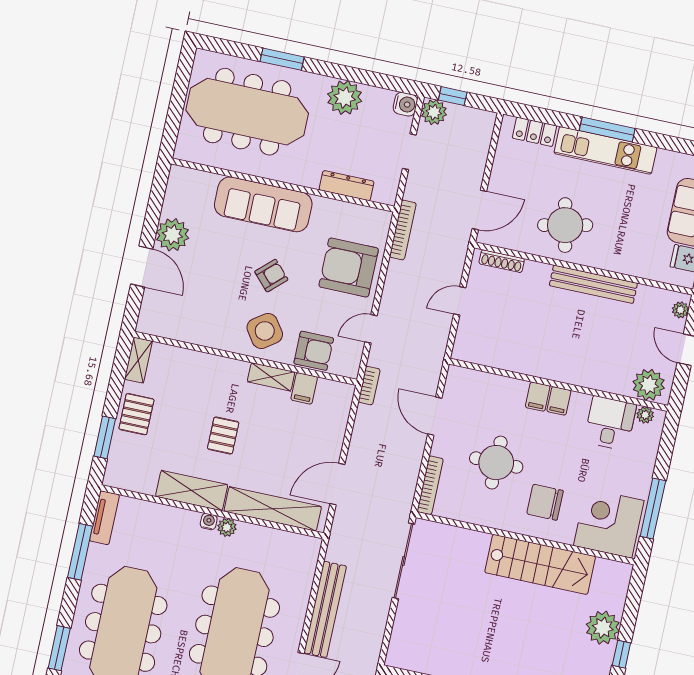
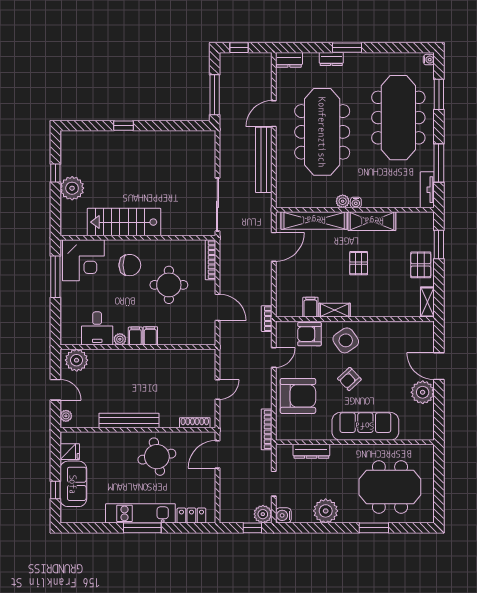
meeting table: (247, 112) -> (390, 487), width x0.73
plant: (645, 415) -> (120, 339), moved

